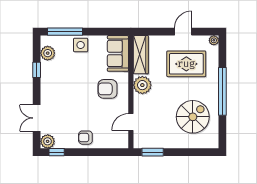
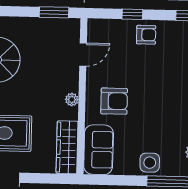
plant: (142, 85) -> (72, 100), width x0.53, depth x0.53
window: (96, 152) -> (132, 14), added

